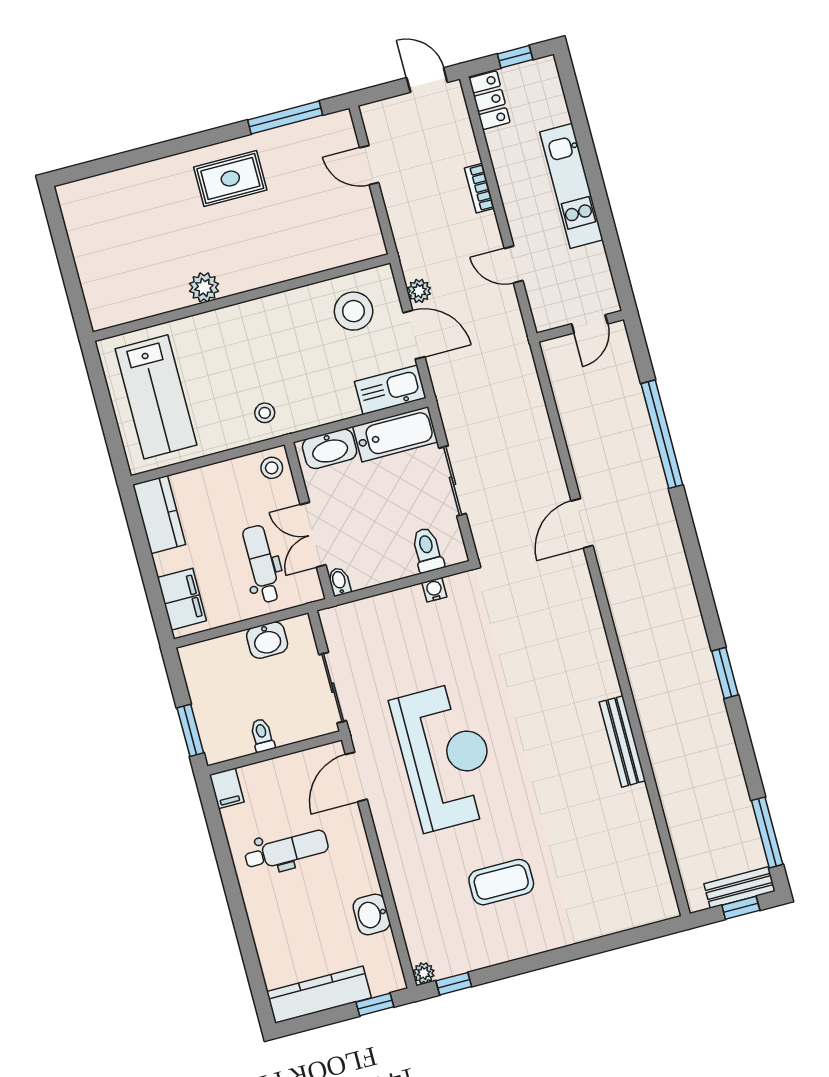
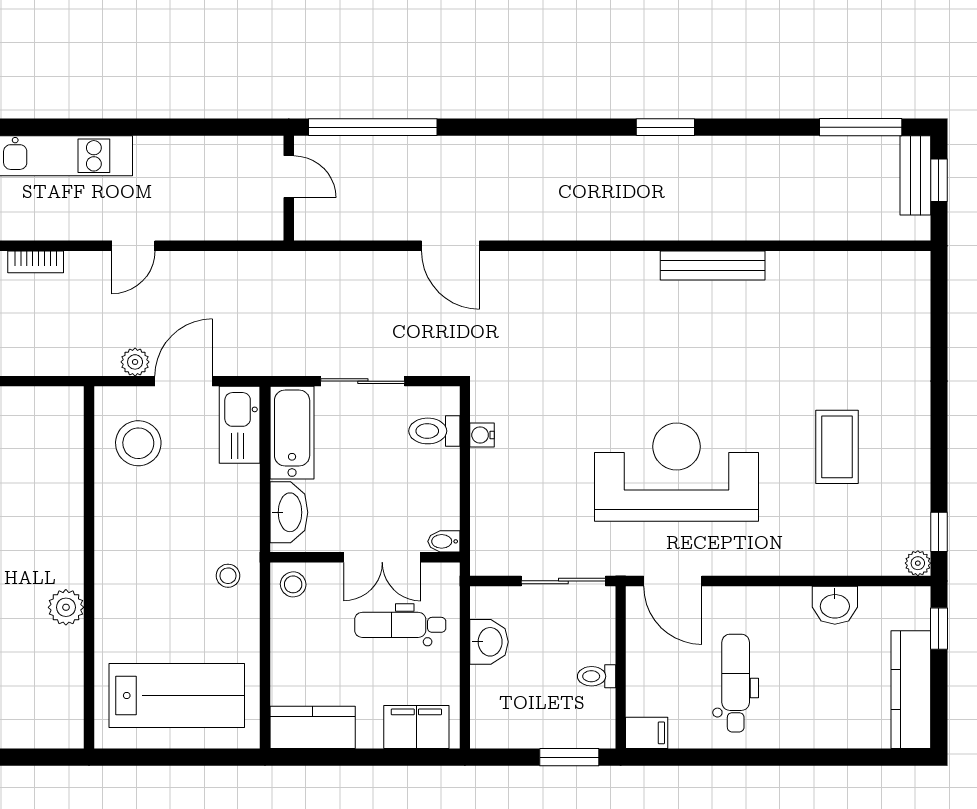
door: (590, 324) -> (289, 177), moved
wall: (580, 326) -> (289, 188), moved

